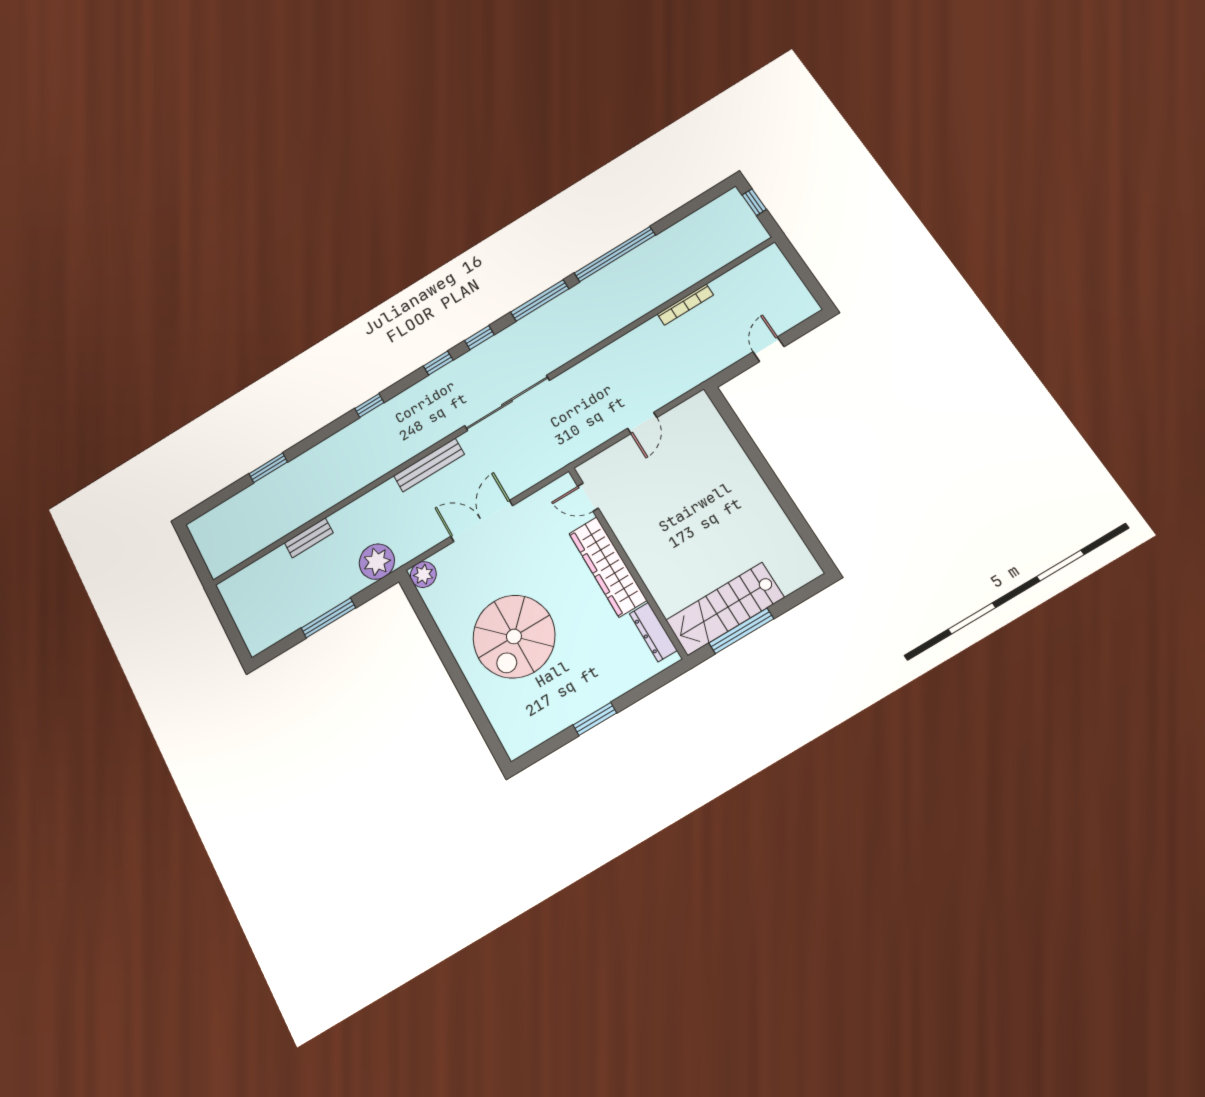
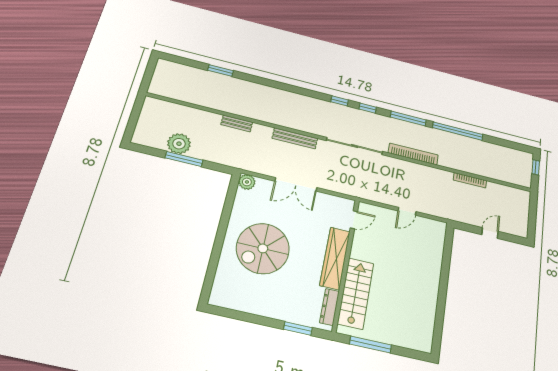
bookcase: (586, 341) -> (413, 154), added
window: (369, 405) -> (292, 89), removed
door: (588, 497) -> (354, 220), swing flipped
double door: (482, 521) -> (296, 184), swing flipped
bench: (309, 538) -> (237, 123), moved
plant: (377, 562) -> (179, 144), moved
stairs: (725, 609) -> (356, 293), moved, turned 90
window: (595, 719) -> (298, 328), moved

